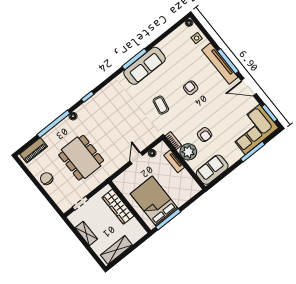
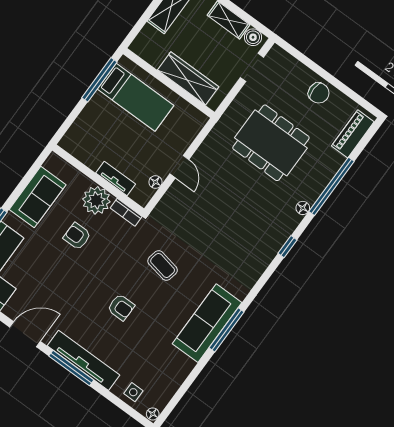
sofa: (212, 170) -> (38, 197), moved
bed: (154, 201) -> (136, 97), width x0.67
boiler: (75, 220) -> (253, 37), added

